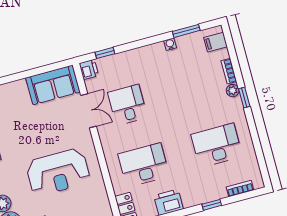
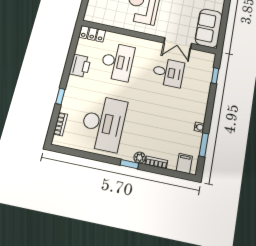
printer: (89, 70) -> (208, 58), removed
desk: (217, 145) -> (103, 123), width x1.36, depth x1.30

